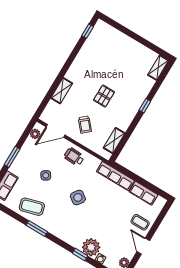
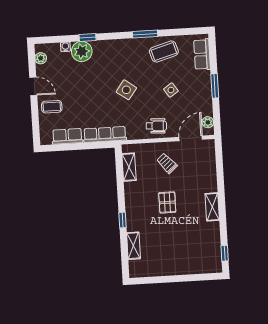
shelving: (158, 68) -> (133, 246), moved
shelving: (62, 91) -> (212, 207), moved

